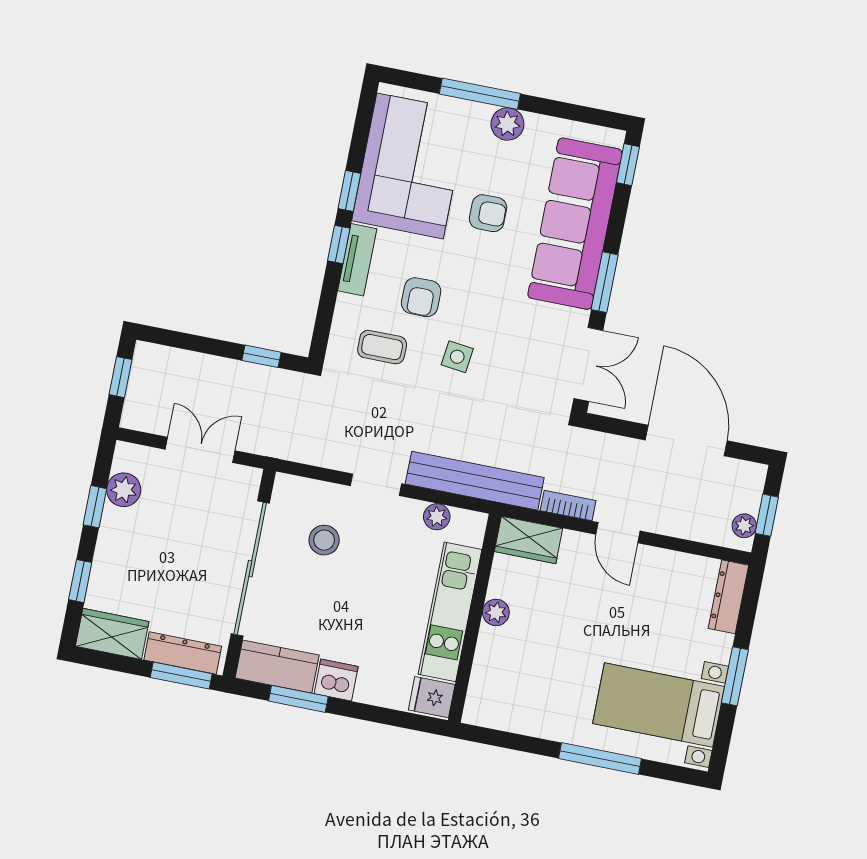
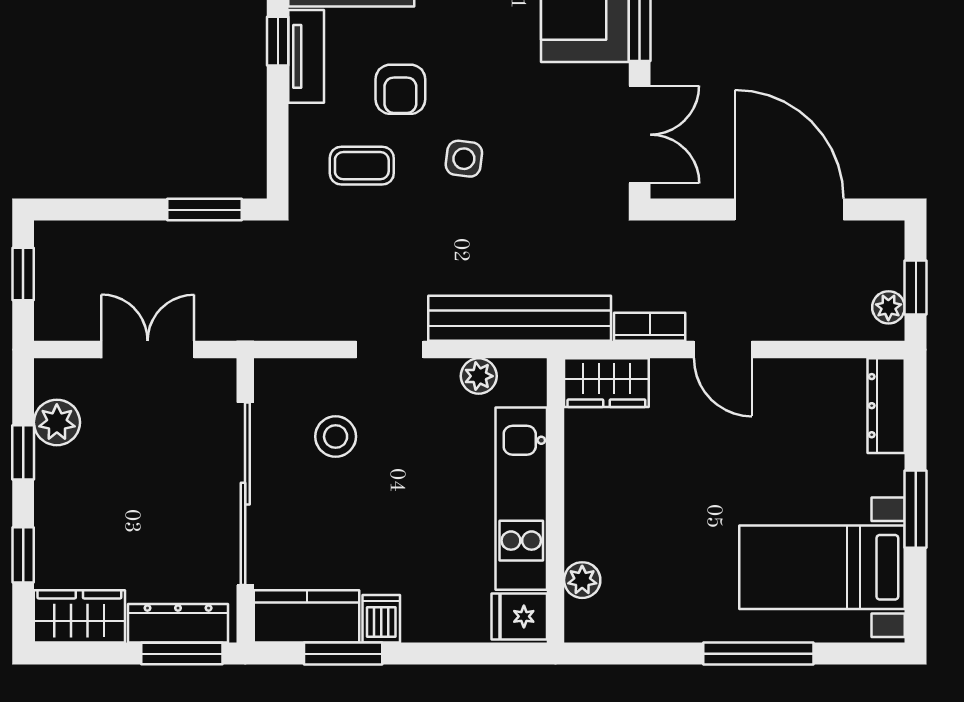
window: (262, 356) -> (205, 210), width x1.50
plant: (496, 612) -> (582, 580), moved
dishwasher: (336, 680) -> (381, 619), width x0.73

